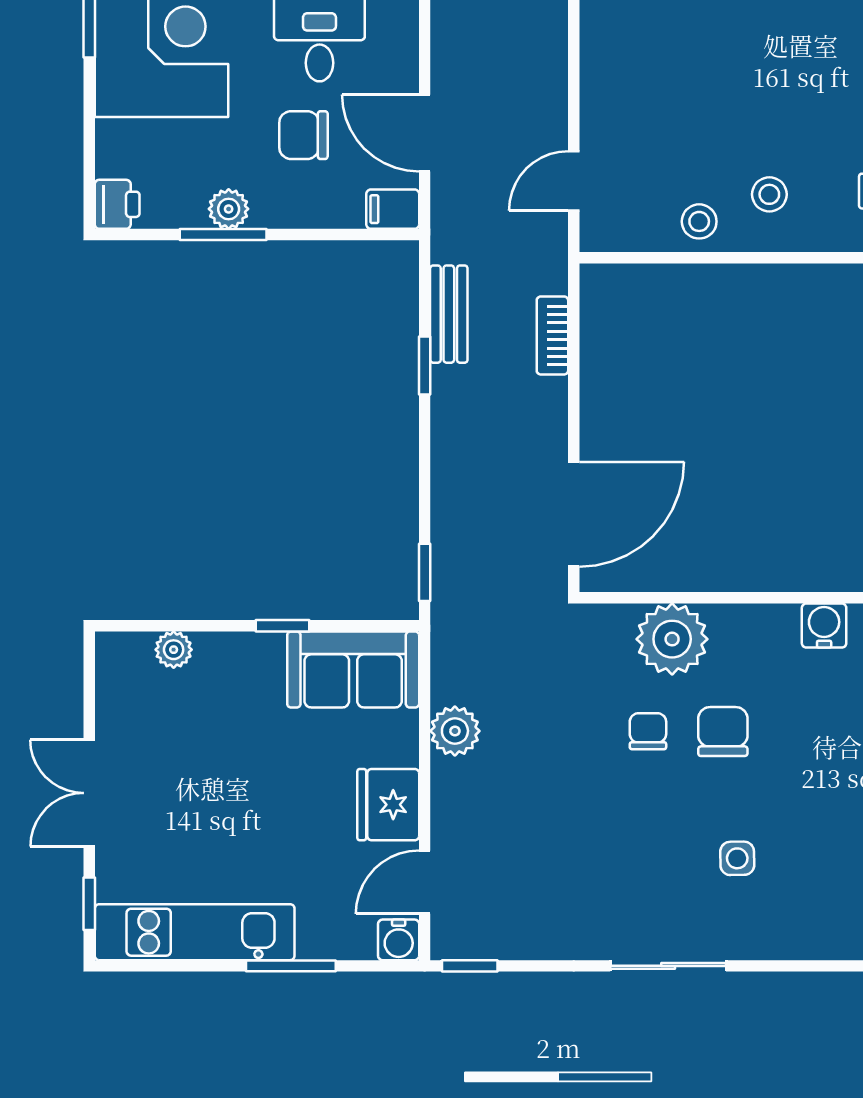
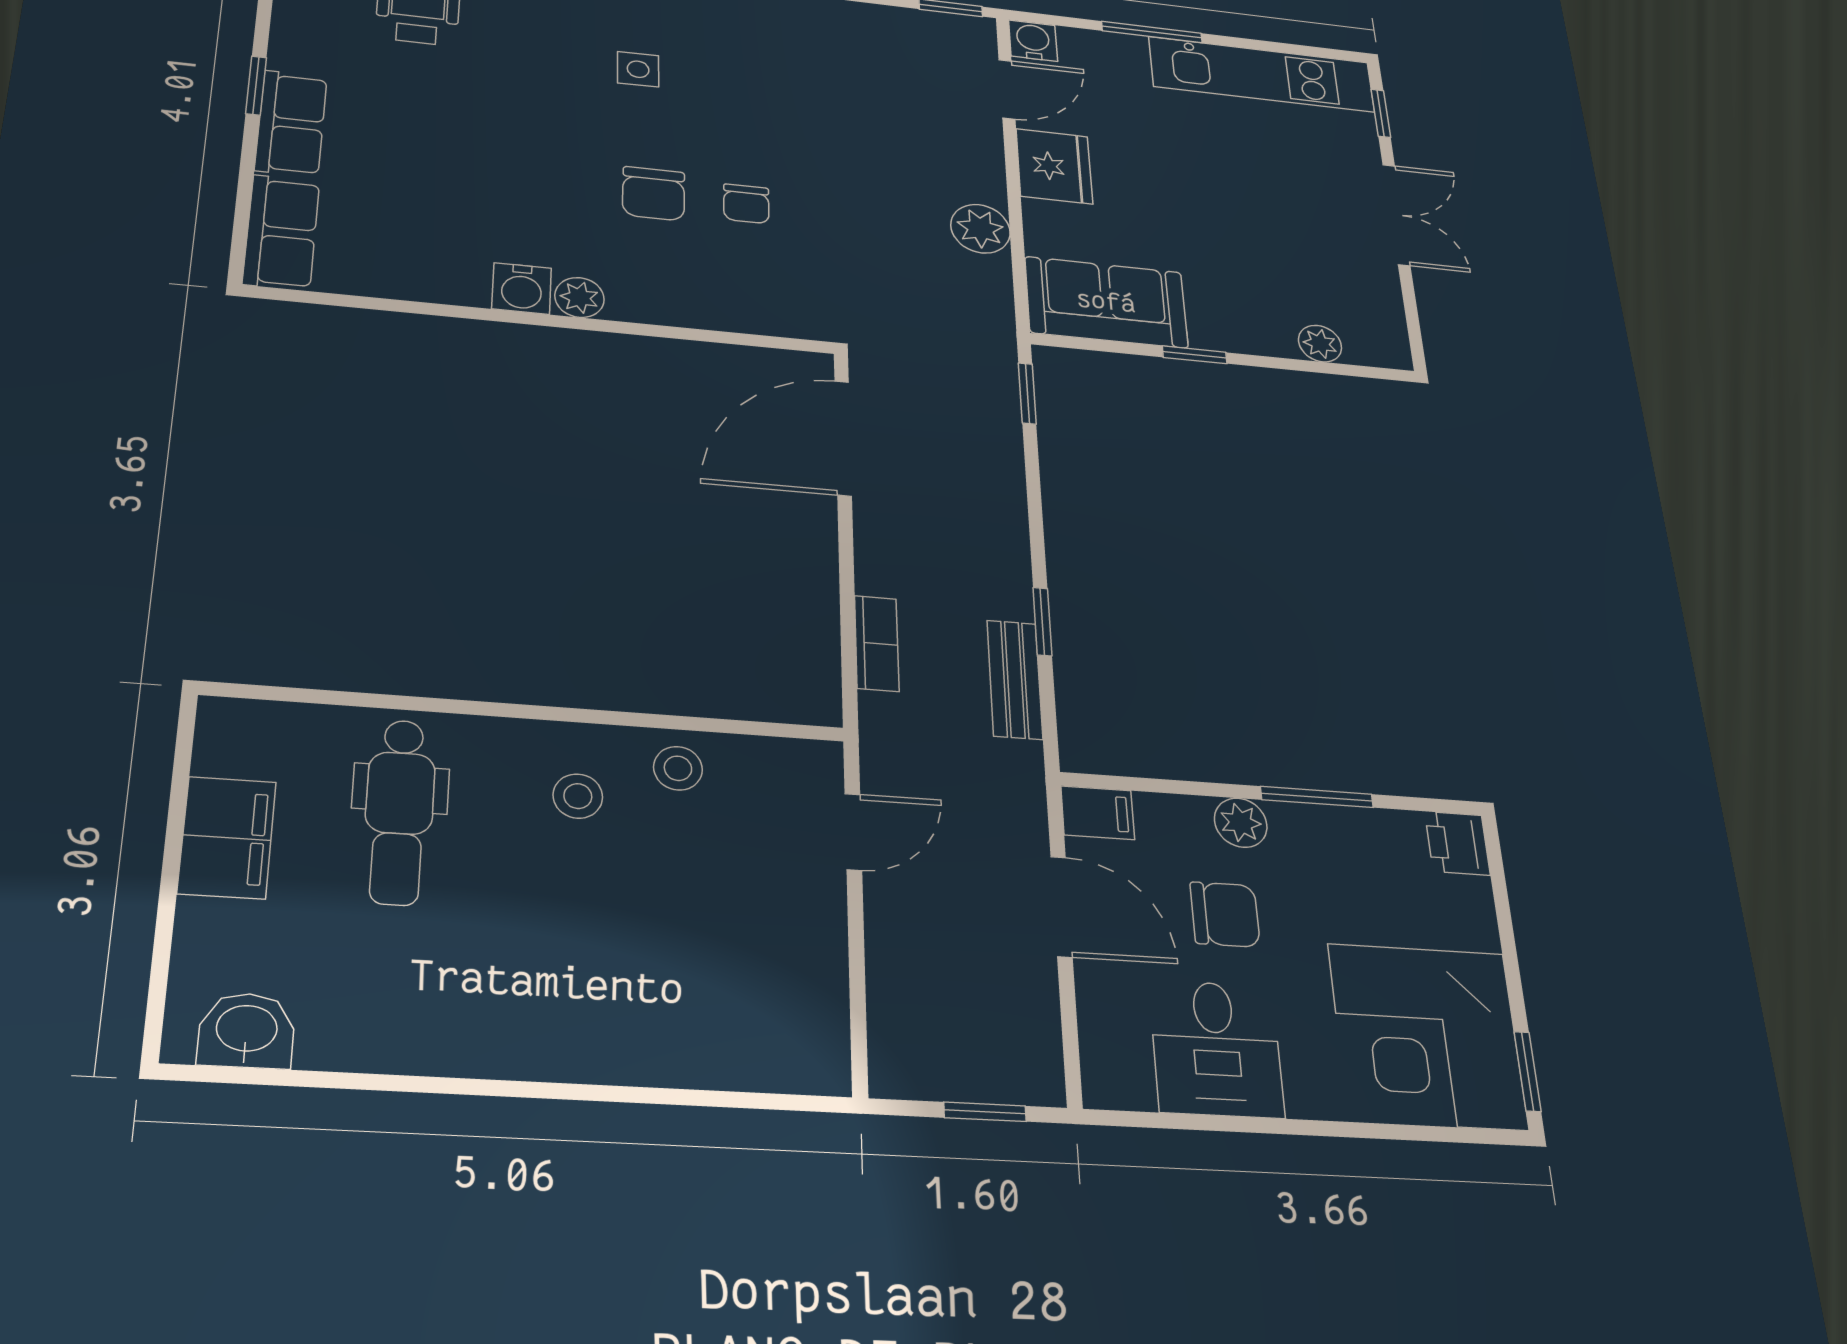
plant: (229, 209) -> (1241, 823), moved
plant: (672, 639) -> (579, 297), moved, width x0.53, depth x0.53

